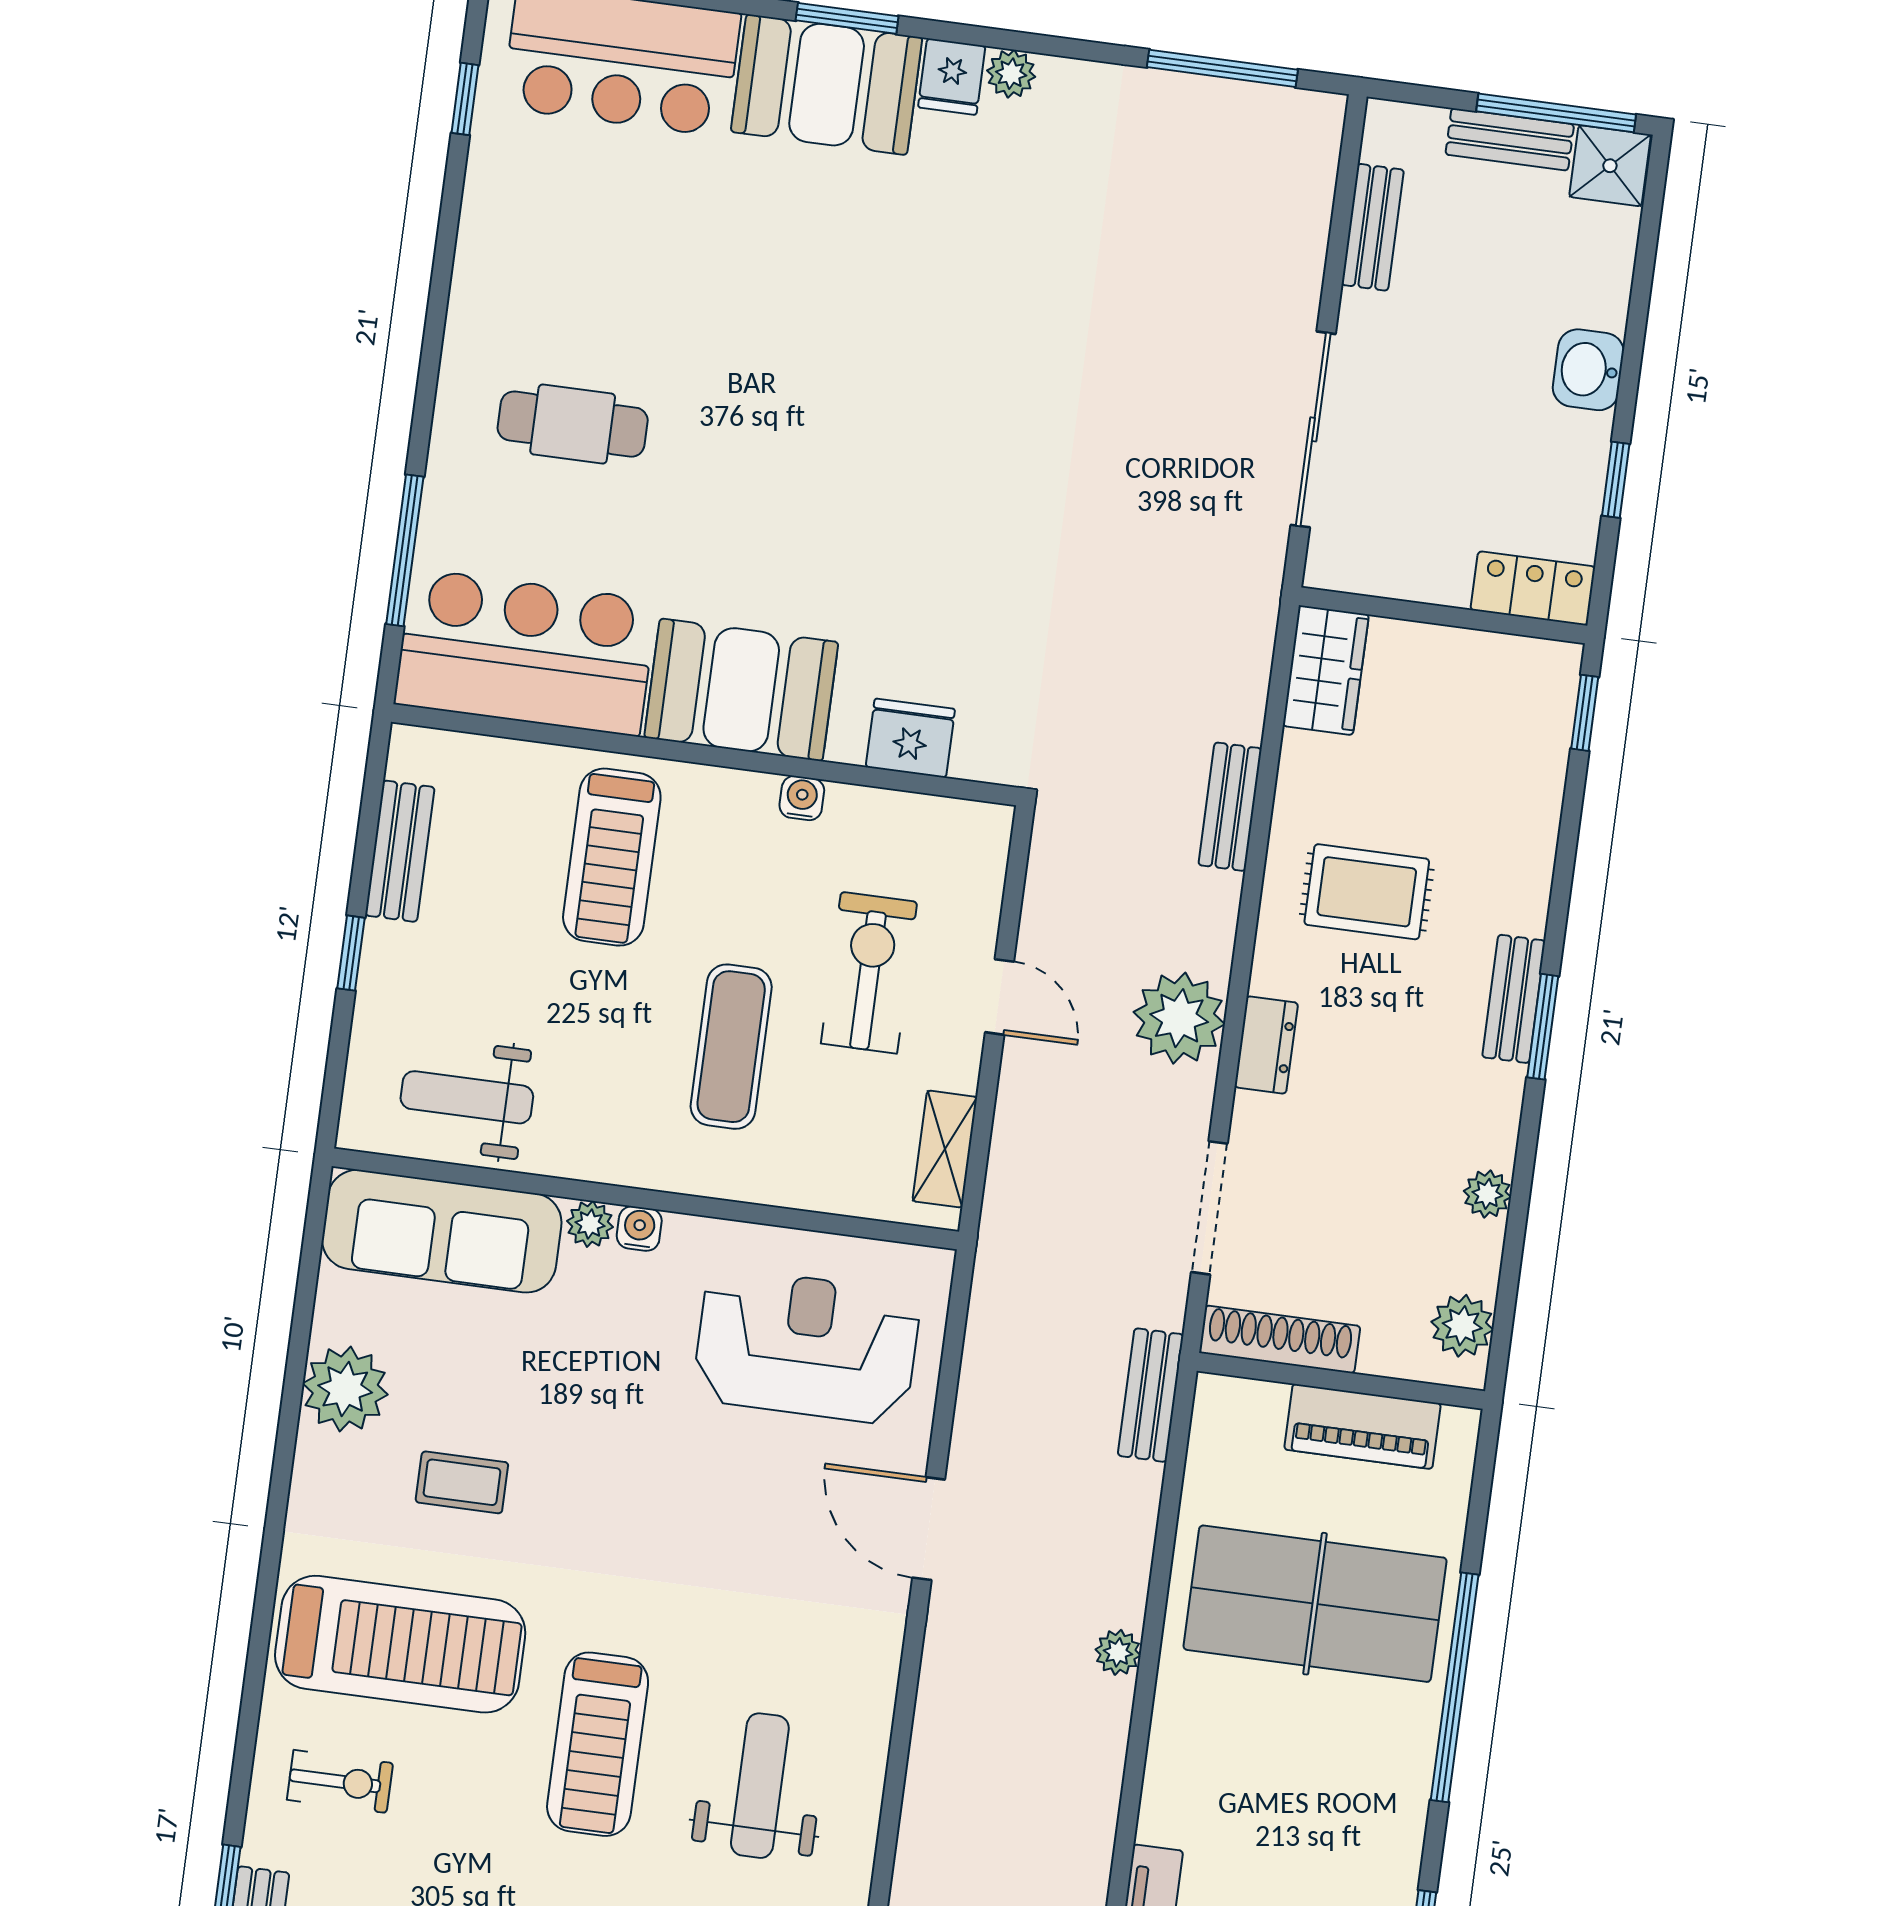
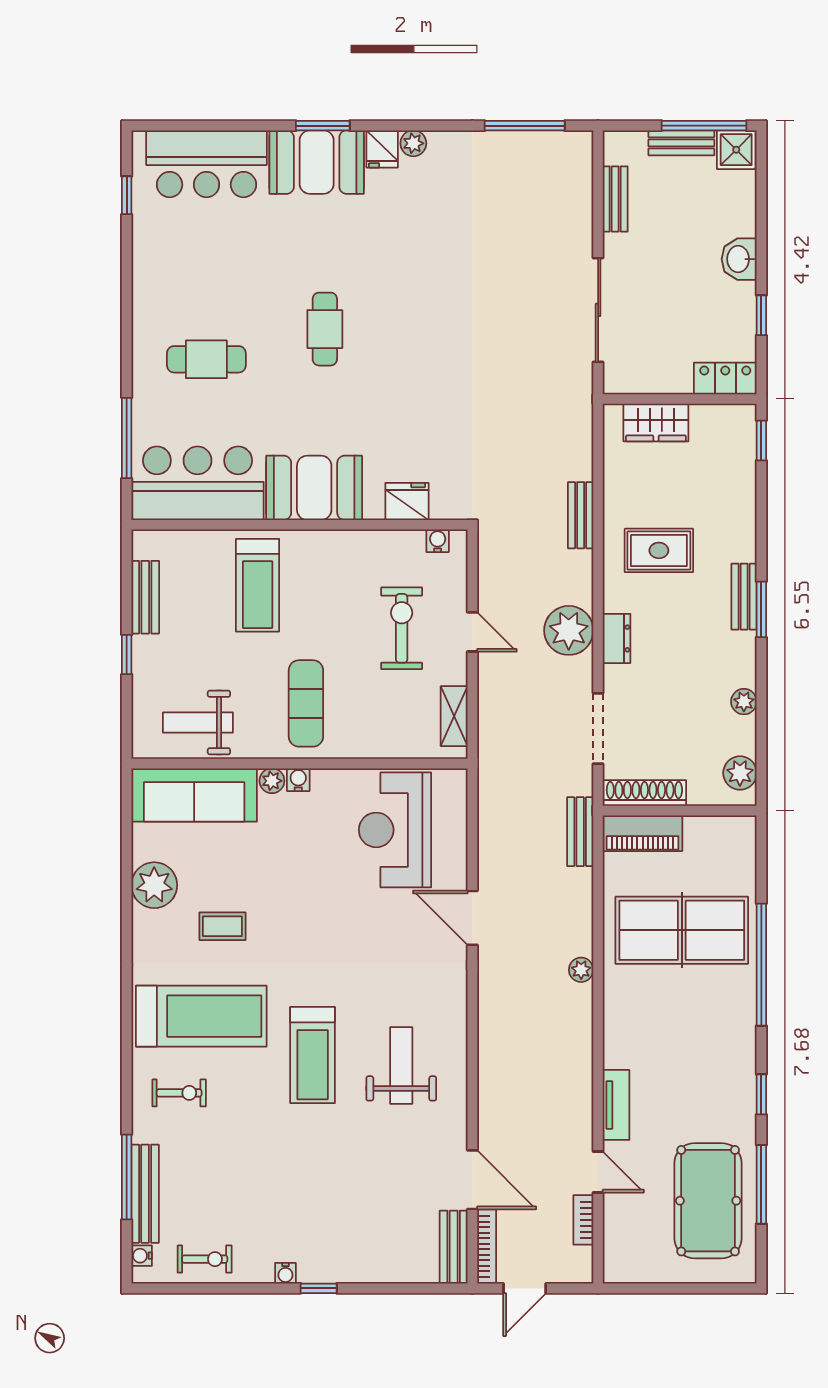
cafe table: (800, 397) -> (325, 329), added
wardrobe: (1326, 670) -> (656, 423), moved, turned 90
water cooler: (802, 798) -> (438, 541), moved
exercise mat: (731, 1047) -> (306, 703), moved
reception desk: (807, 1346) -> (395, 830), turned -90
piano: (1362, 1426) -> (643, 833), moved

